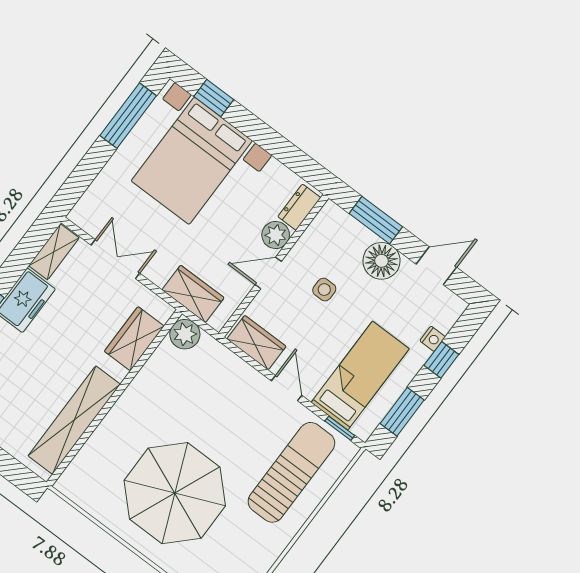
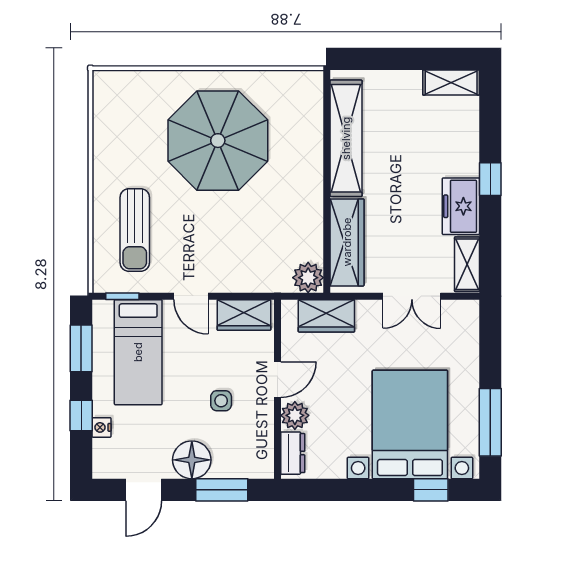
wardrobe: (134, 339) -> (347, 242), width x1.50
sun lounger: (291, 472) -> (135, 230), width x0.73, depth x0.75

